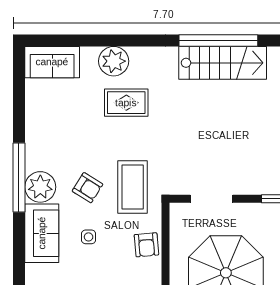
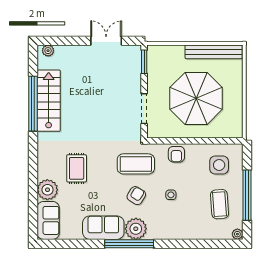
plant: (114, 61) -> (47, 190), moved
sofa: (42, 233) -> (103, 228), moved
armchair: (146, 245) -> (176, 154), turned 95

